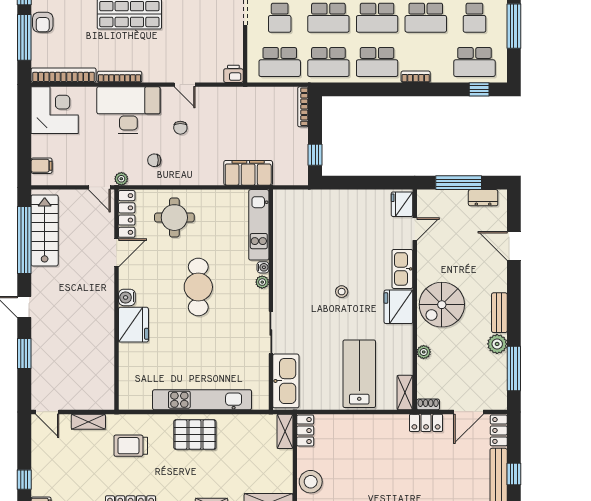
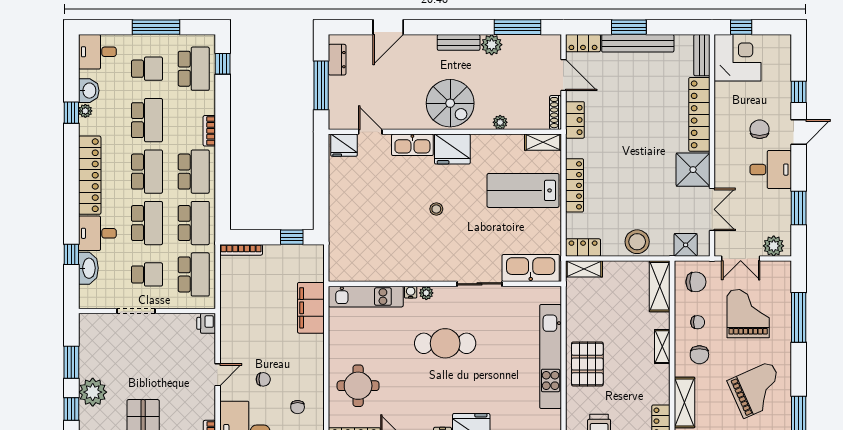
cafe table: (198, 287) -> (445, 343), moved
shoe rack: (428, 404) -> (556, 113), width x1.43
locker: (364, 422) -> (575, 185), added
window: (514, 474) -> (629, 27), width x1.50

